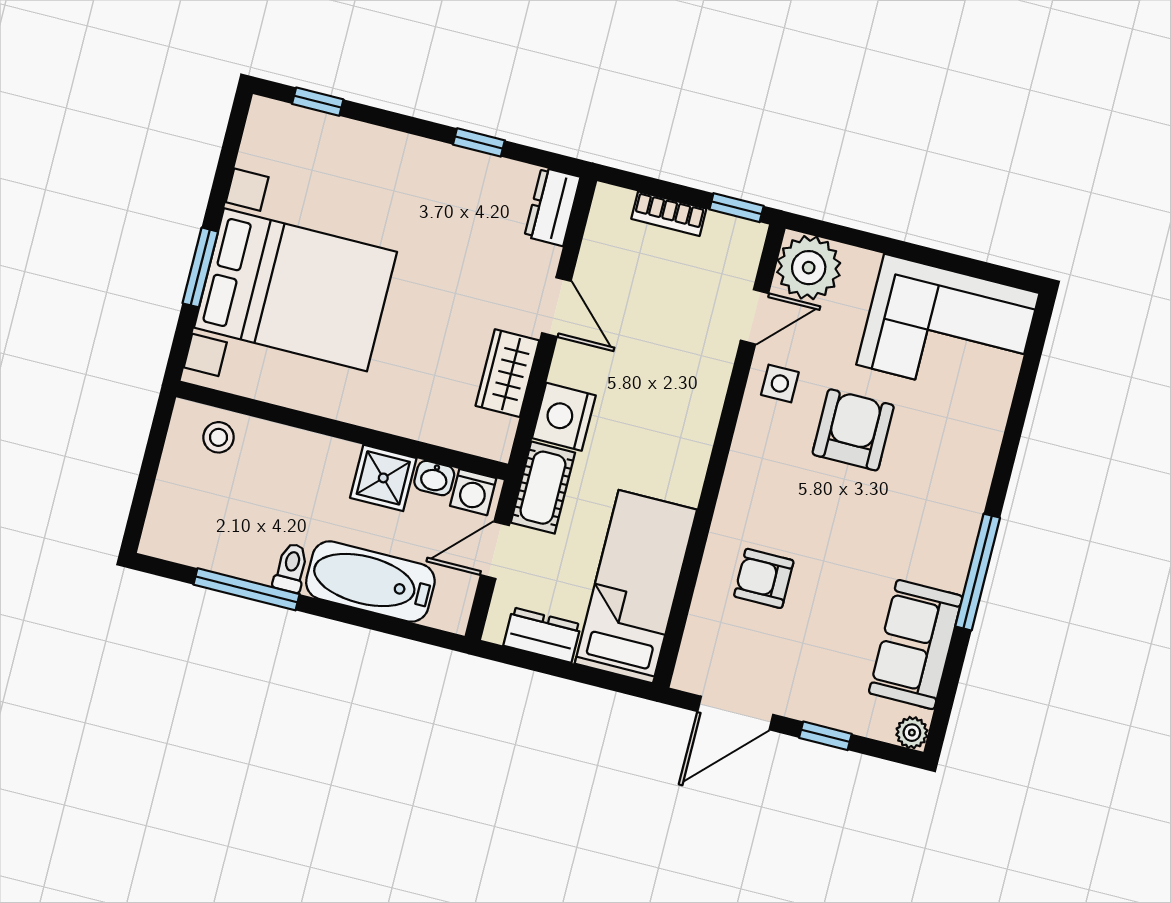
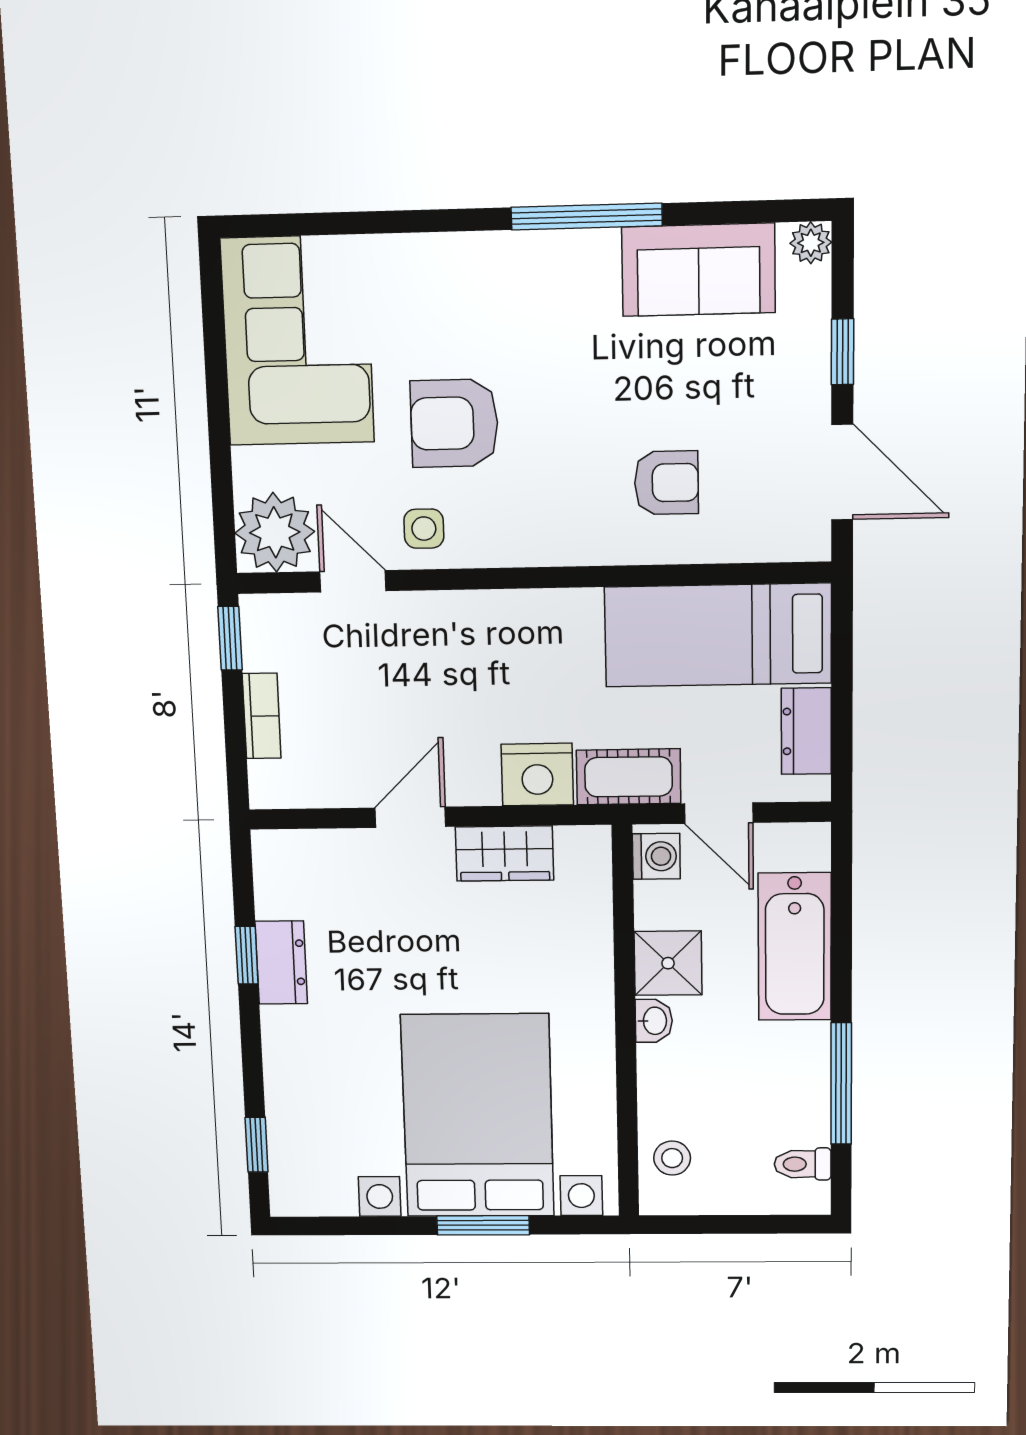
dresser: (552, 207) -> (281, 962), moved, turned -90
washbasin: (434, 478) -> (654, 1021), moved
toilet: (291, 568) -> (803, 1164), moved
armchair: (764, 578) -> (666, 483), turned -90

